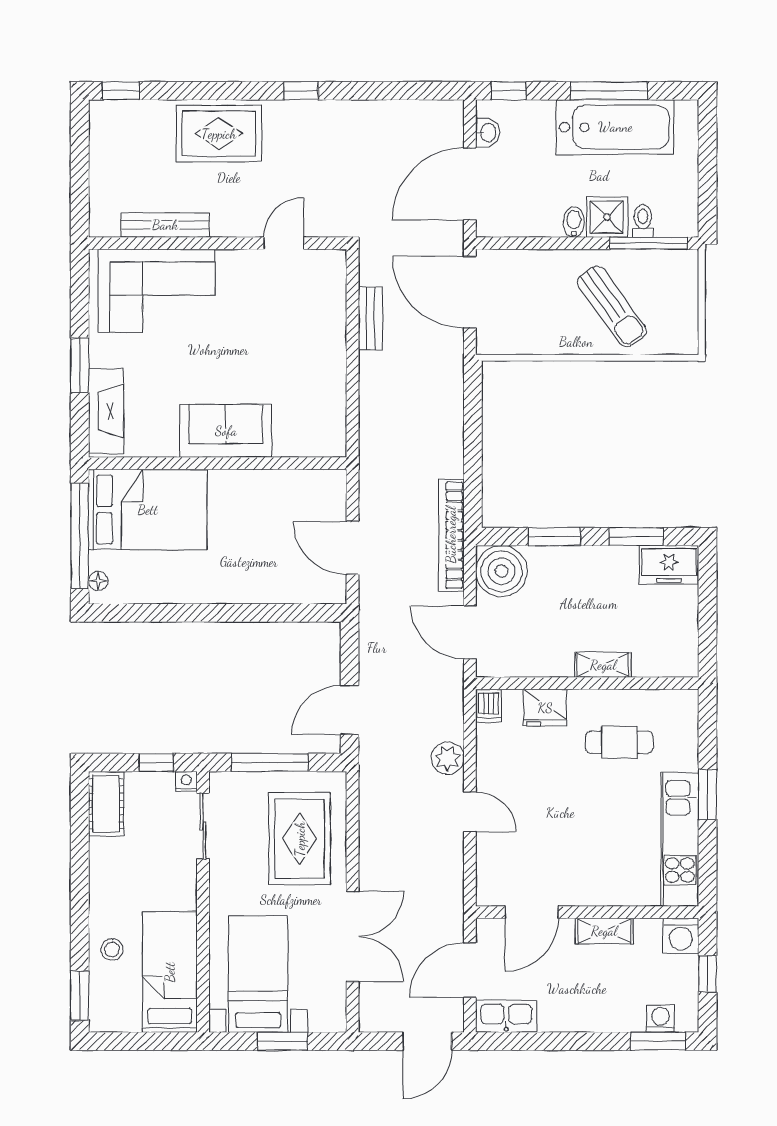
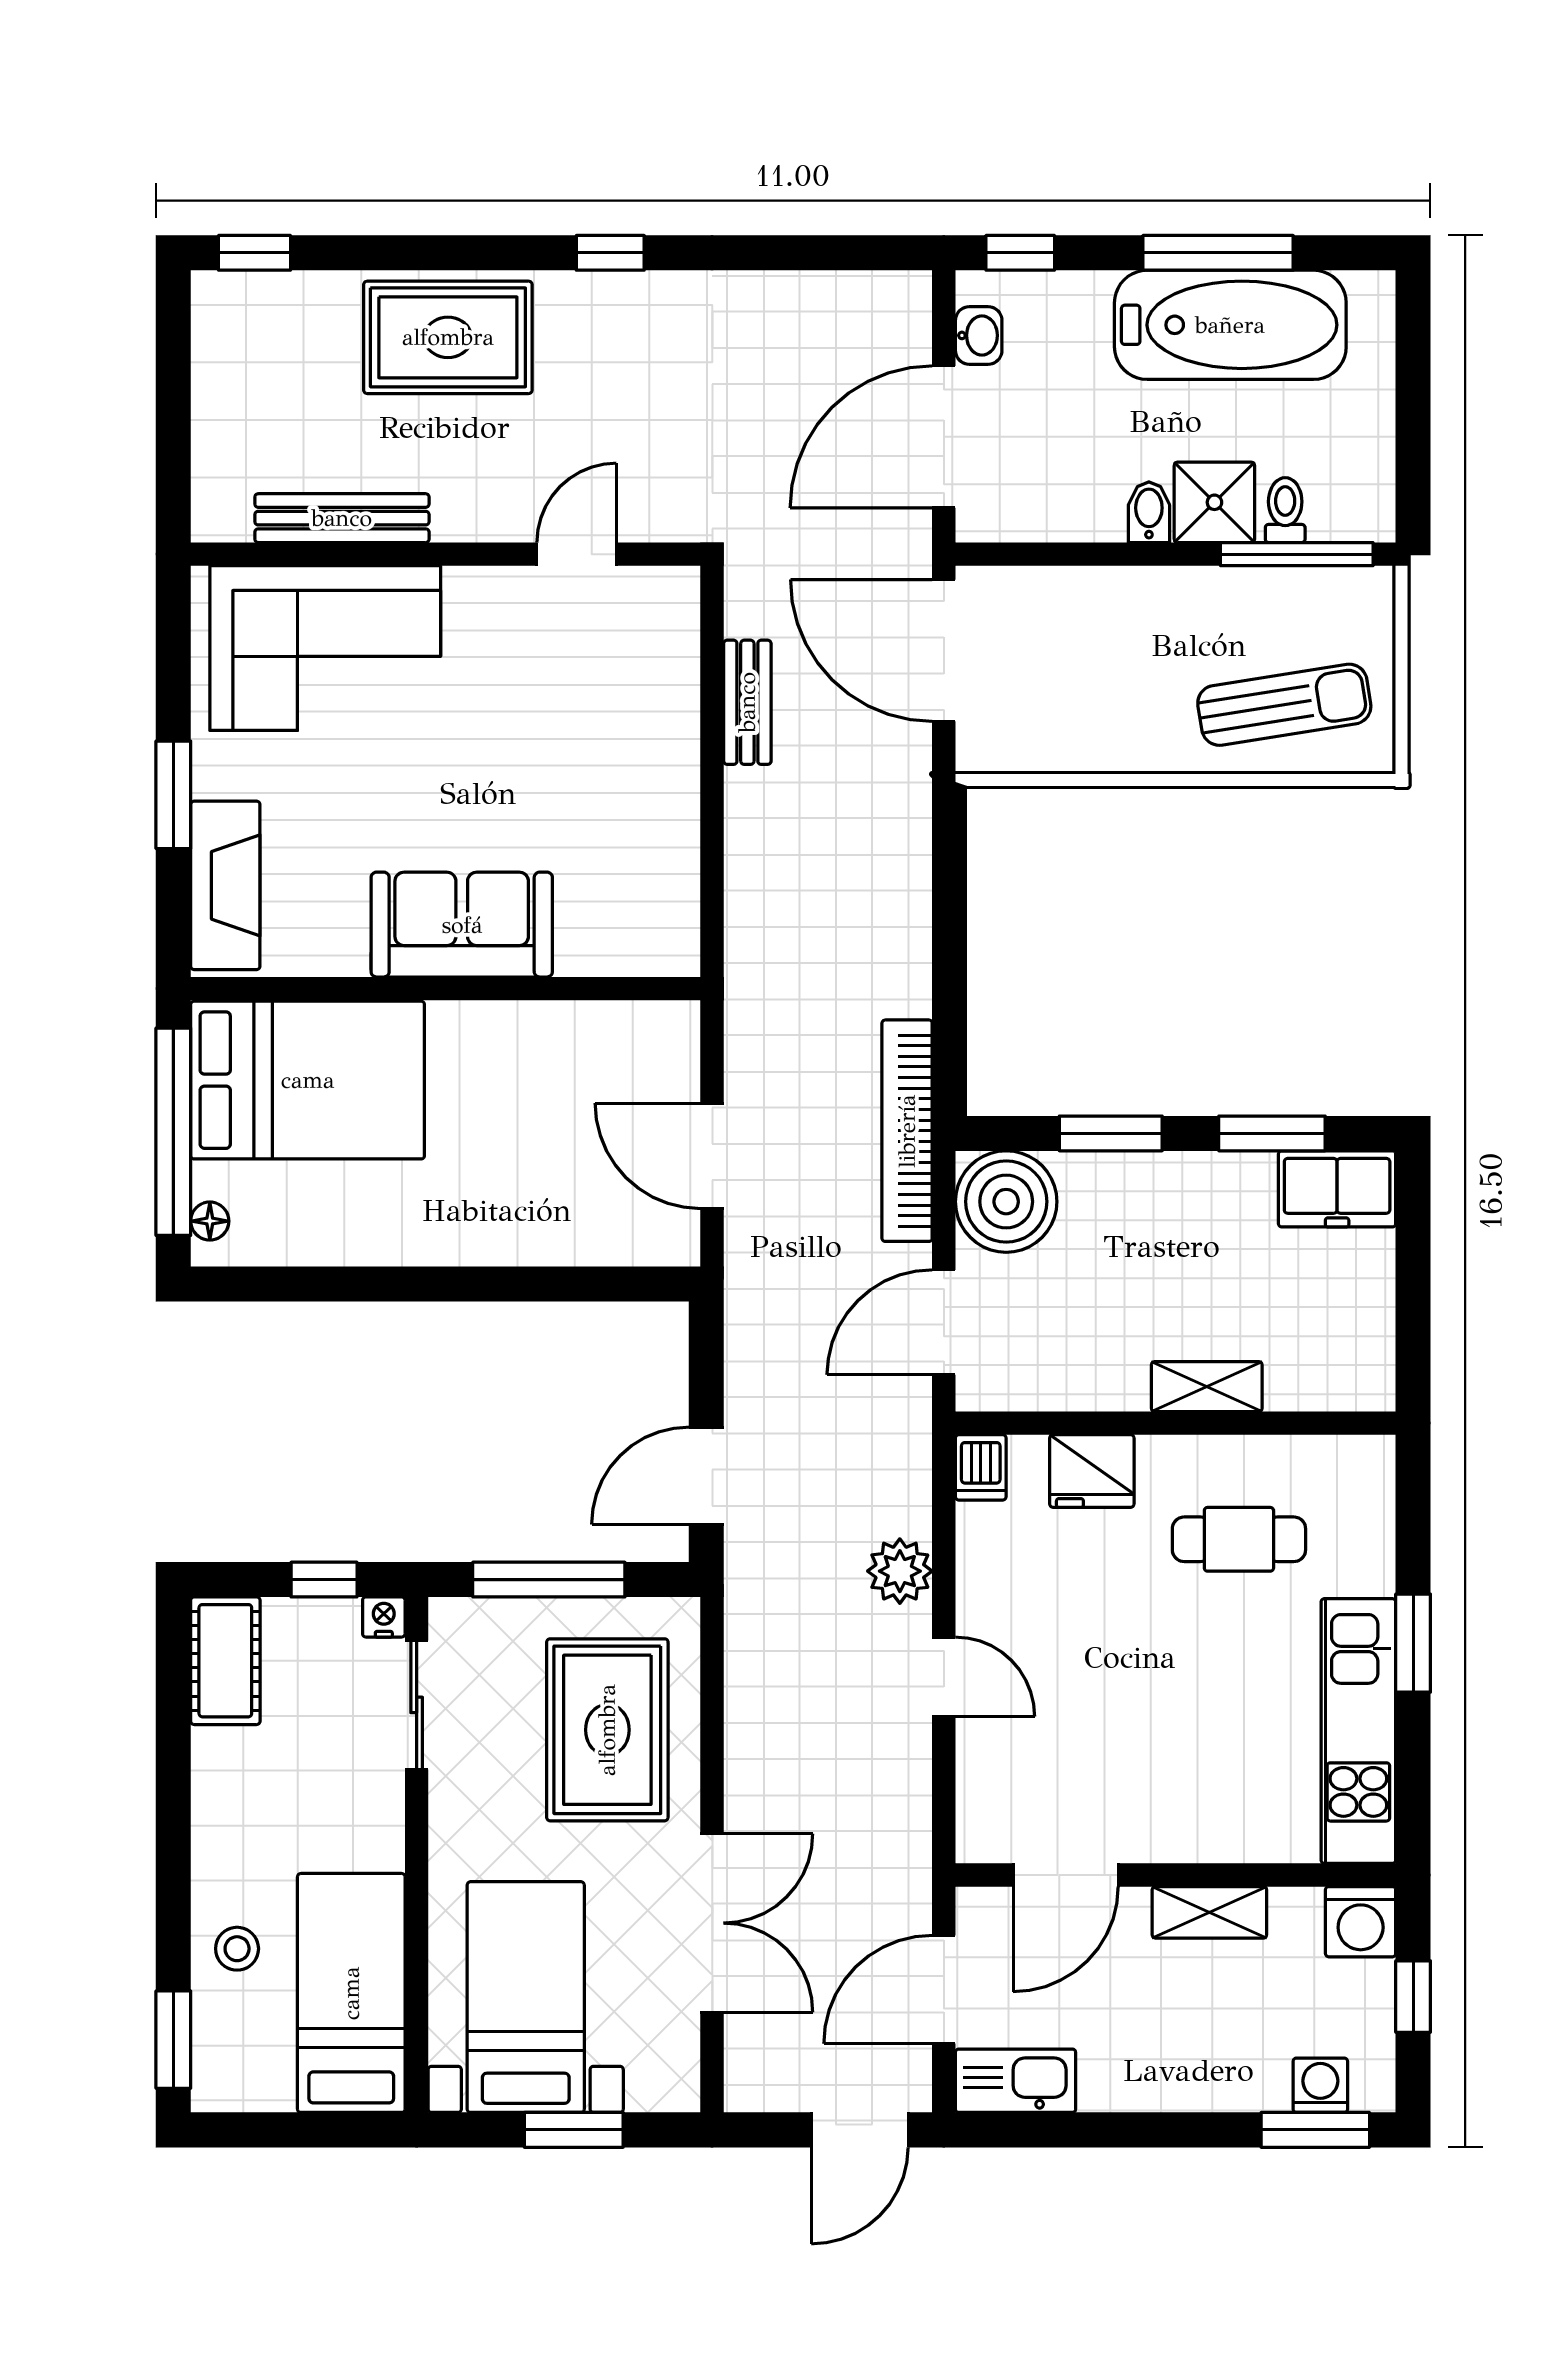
sun lounger: (612, 306) -> (1284, 705), moved, turned -63
door: (470, 632) -> (944, 1322), hinge flipped

